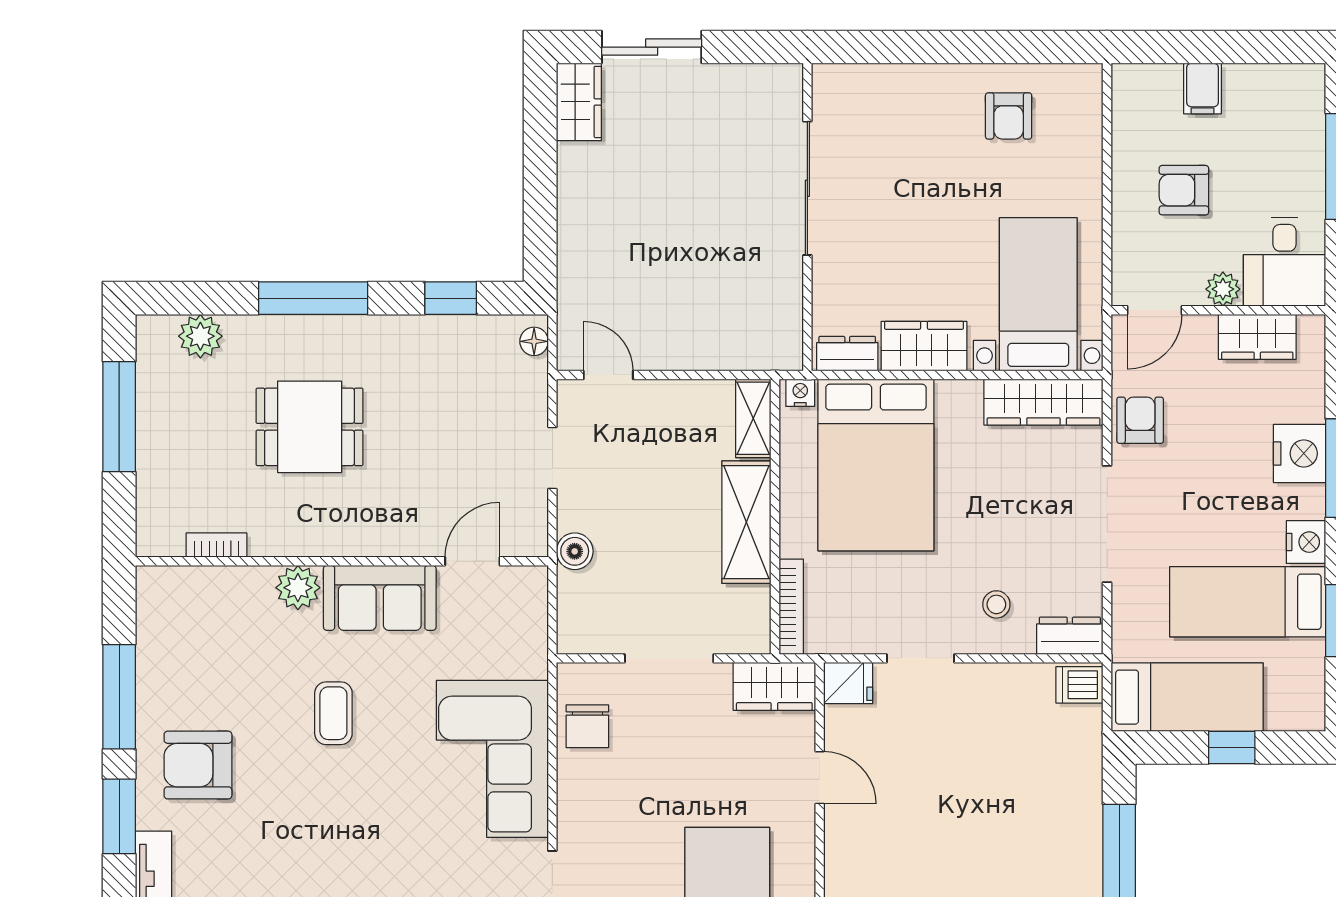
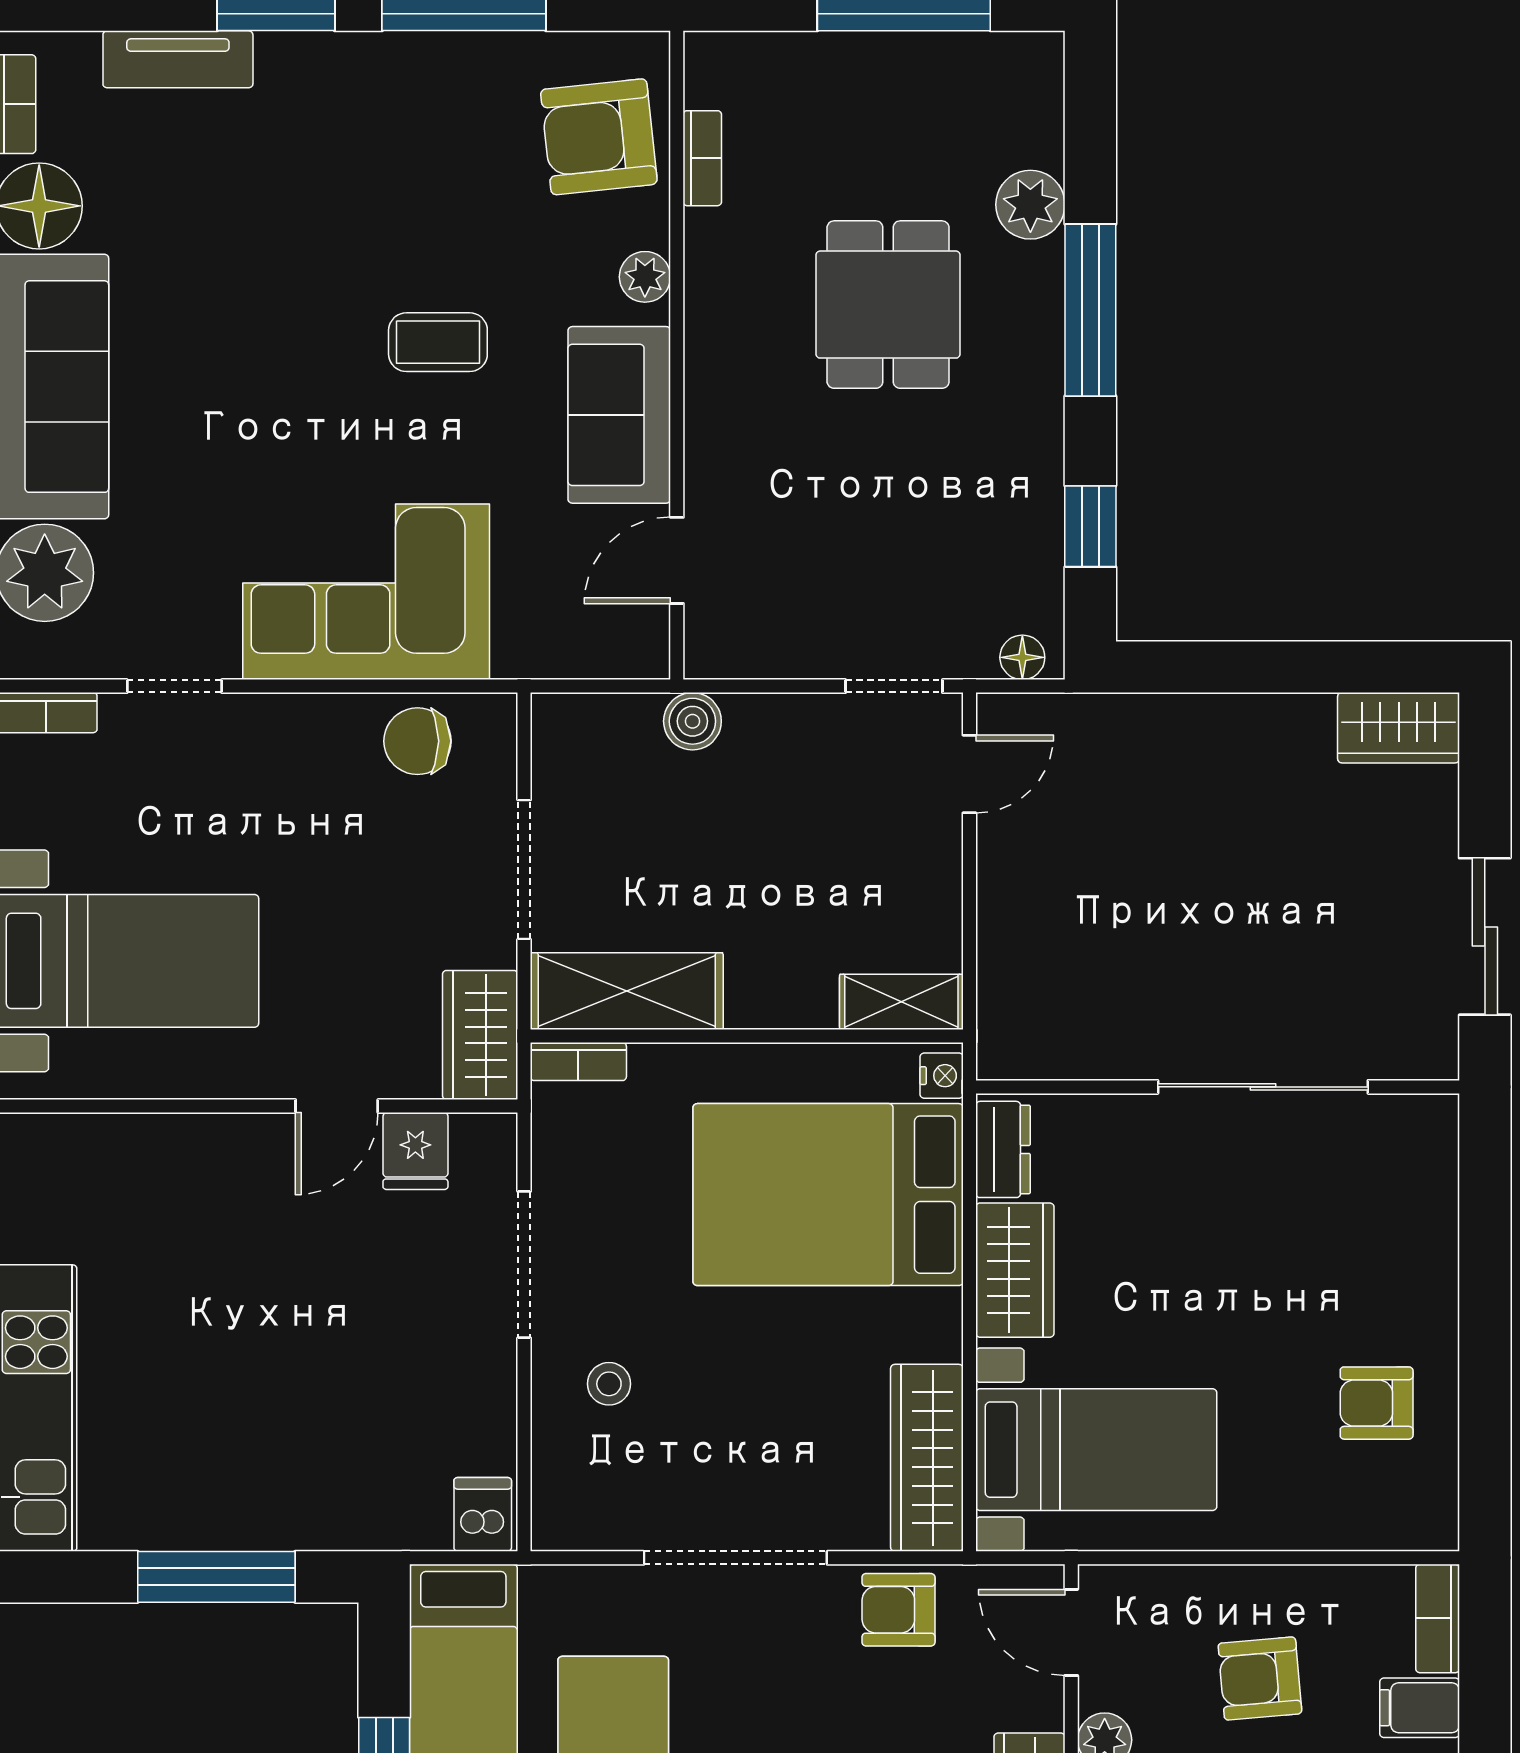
sliding door: (652, 47) -> (1485, 936), moved
bookcase: (1146, 77) -> (1438, 1618), added
armchair: (1184, 190) -> (1260, 1678), turned -95
plant: (200, 336) -> (1030, 205), moved
armchair: (1140, 420) -> (898, 1610), turned 180
doorway: (552, 458) -> (894, 686), moved
shelving: (746, 522) -> (627, 991), moved
door: (472, 561) -> (677, 560), swing flipped
plant: (298, 588) -> (645, 277), width x0.73, depth x0.73
bookcase: (791, 607) -> (578, 1062), width x0.64
dresser: (1070, 636) -> (560, 1499), removed
doorway: (920, 658) -> (524, 1265), width x1.38
fridge: (848, 683) -> (415, 1151), moved
armchair: (198, 765) -> (599, 137), moved, turned -96

